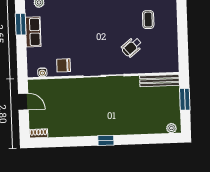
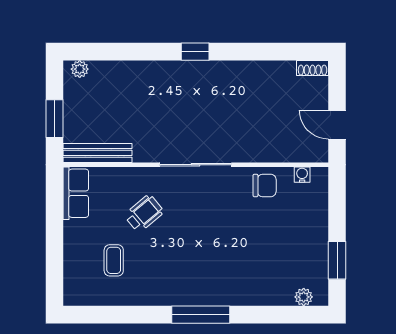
row of seats: (33, 32) -> (76, 193), moved, turned 180

